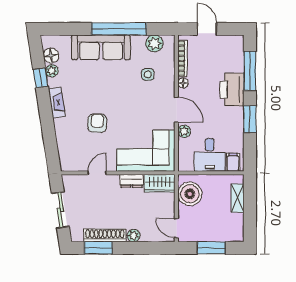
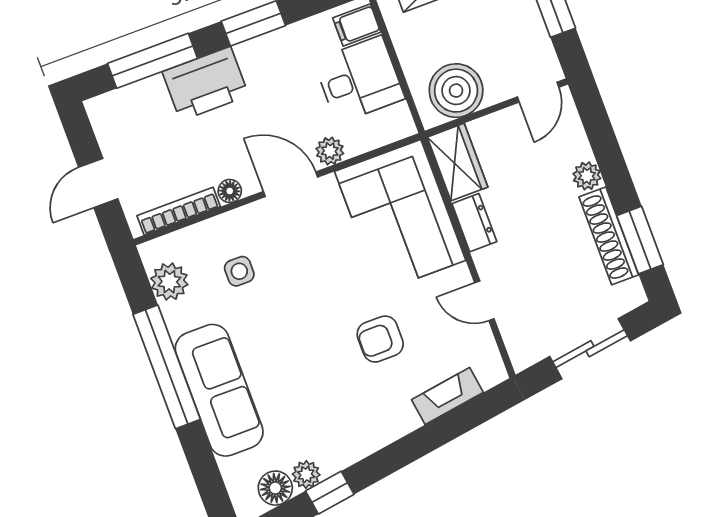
fireplace: (57, 103) -> (447, 396), moved
door: (176, 110) -> (290, 184), hinge flipped

